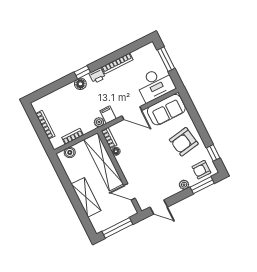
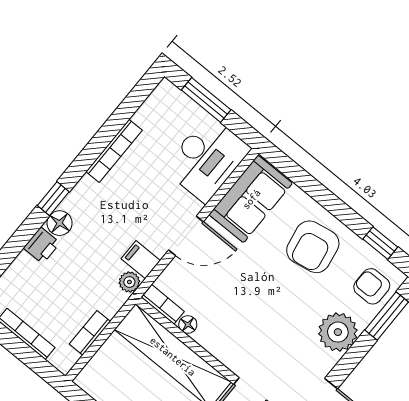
printer: (97, 76) -> (42, 245), moved
boiler: (70, 152) -> (98, 367), removed
armchair: (201, 170) -> (372, 286), turned 90
plant: (184, 185) -> (338, 332), width x1.87, depth x1.87

